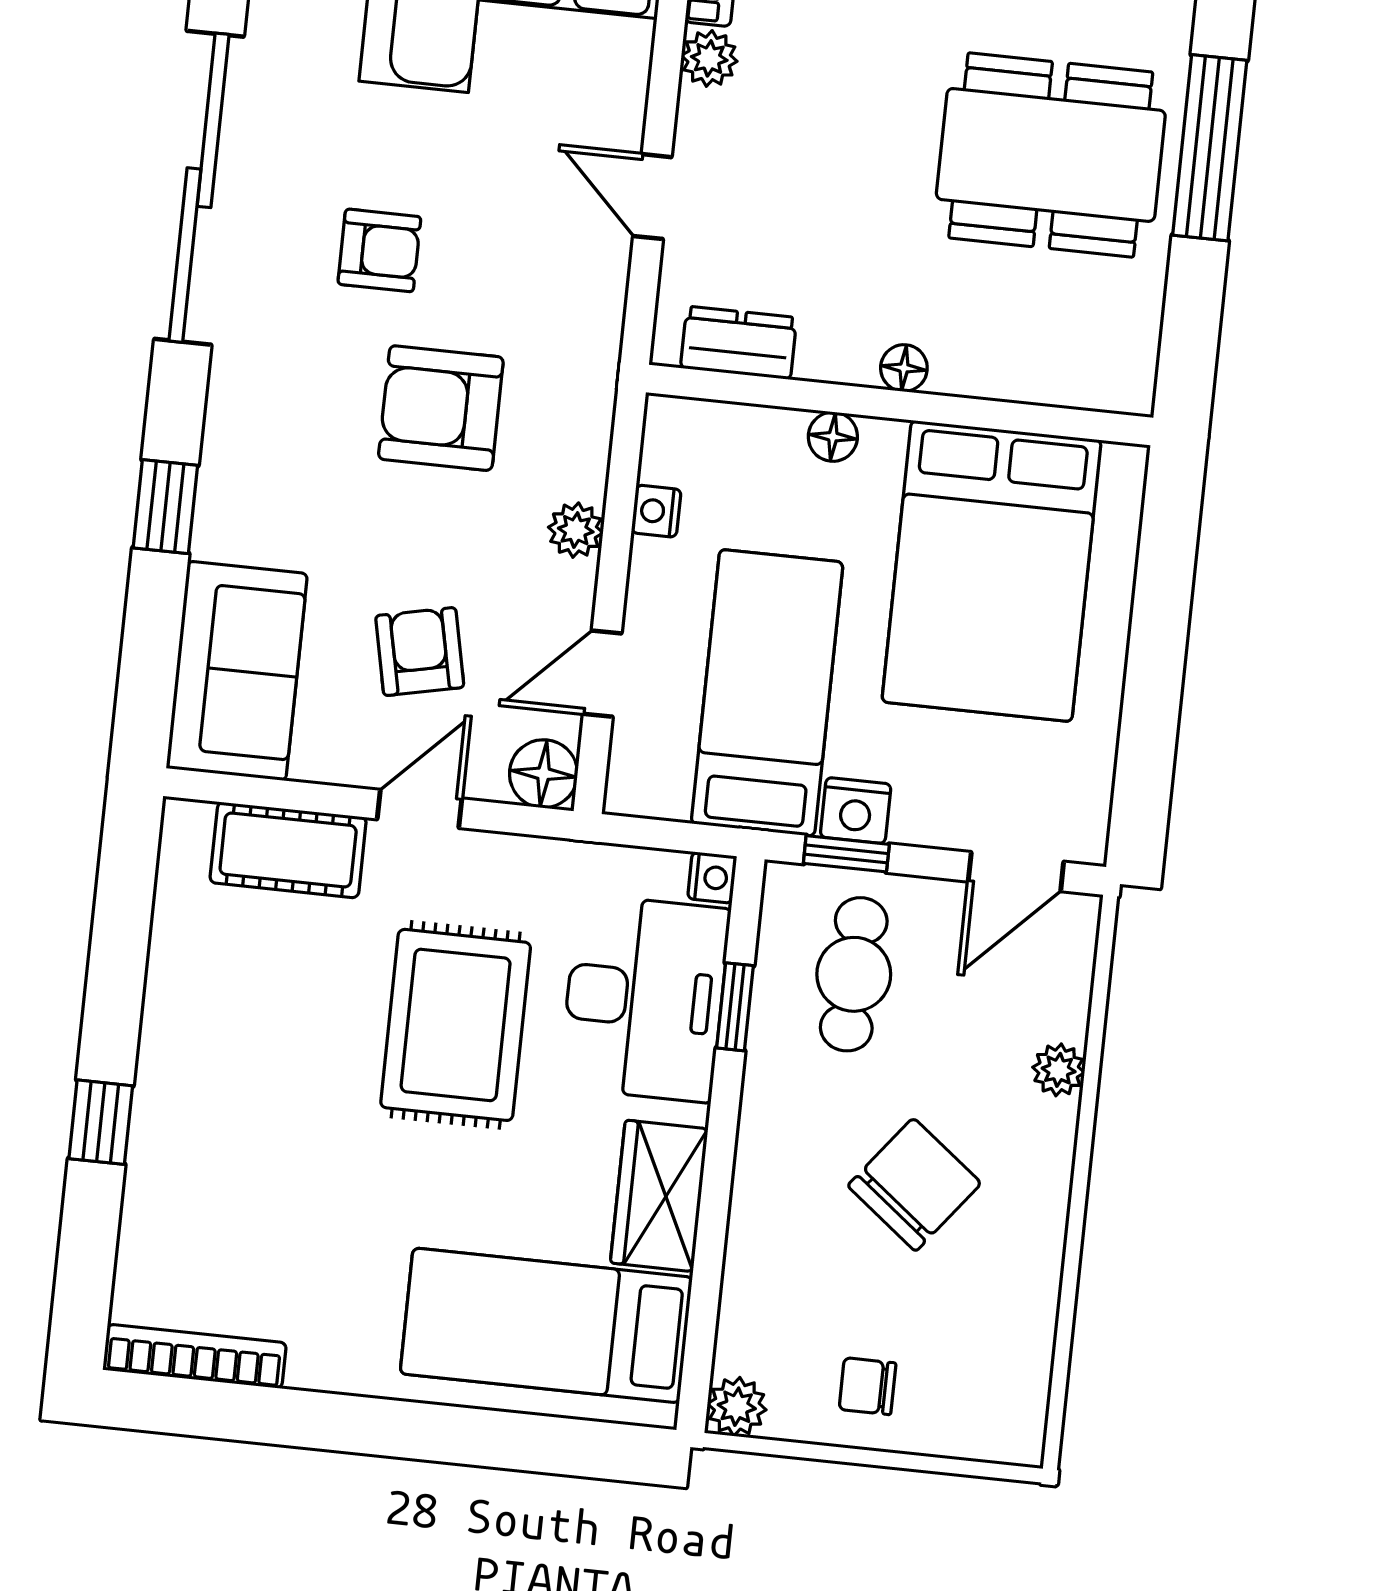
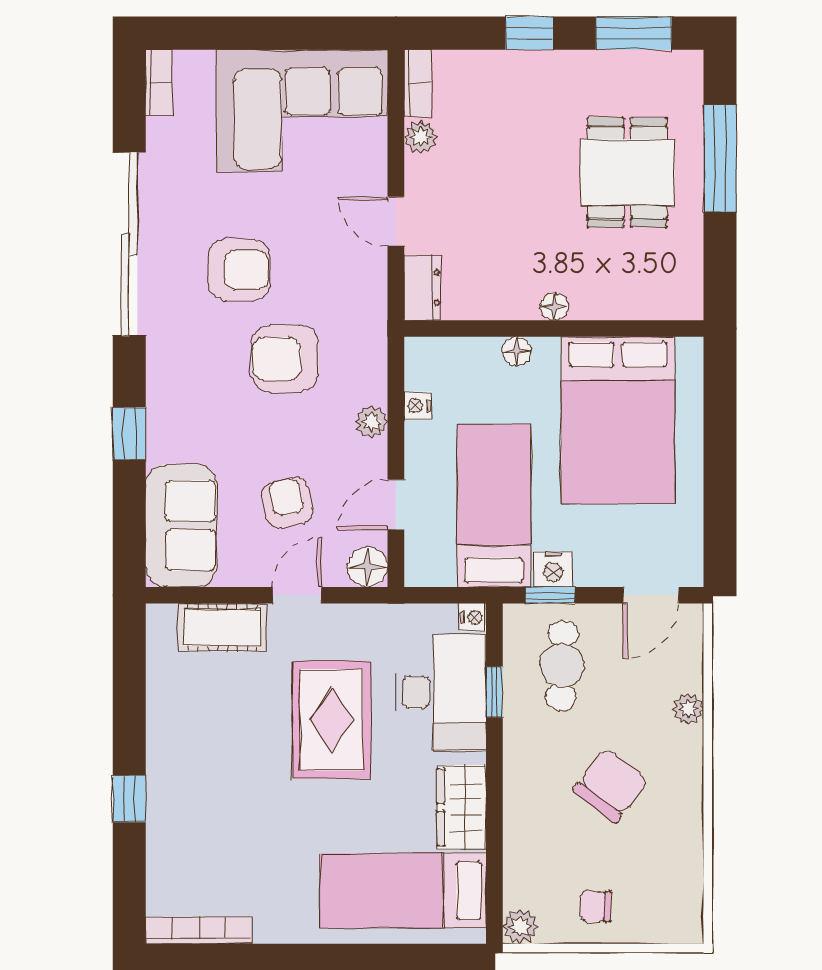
dining table: (1051, 155) -> (627, 172), width x0.73
armchair: (379, 250) -> (239, 270), width x1.38, depth x1.38
dresser: (739, 343) -> (422, 288), moved, turned 90

